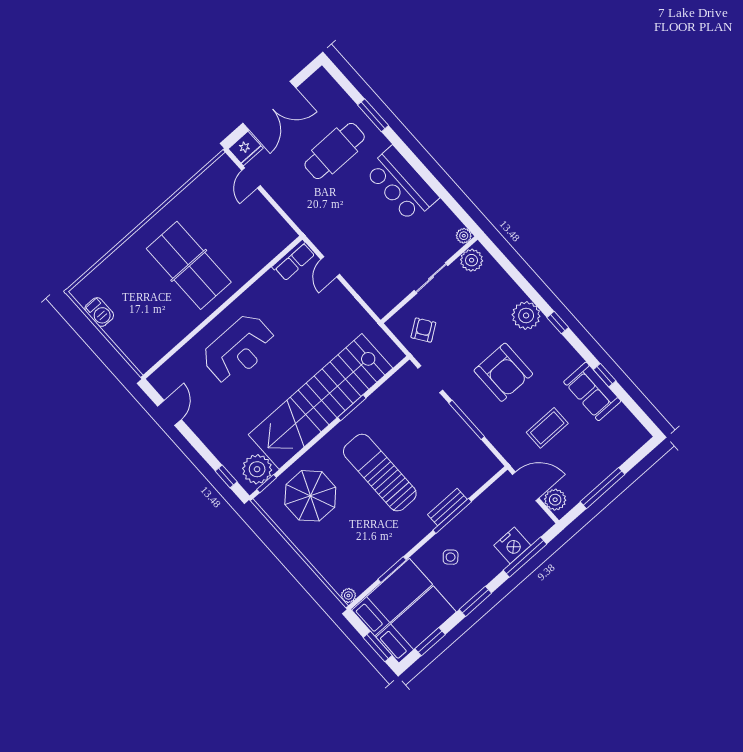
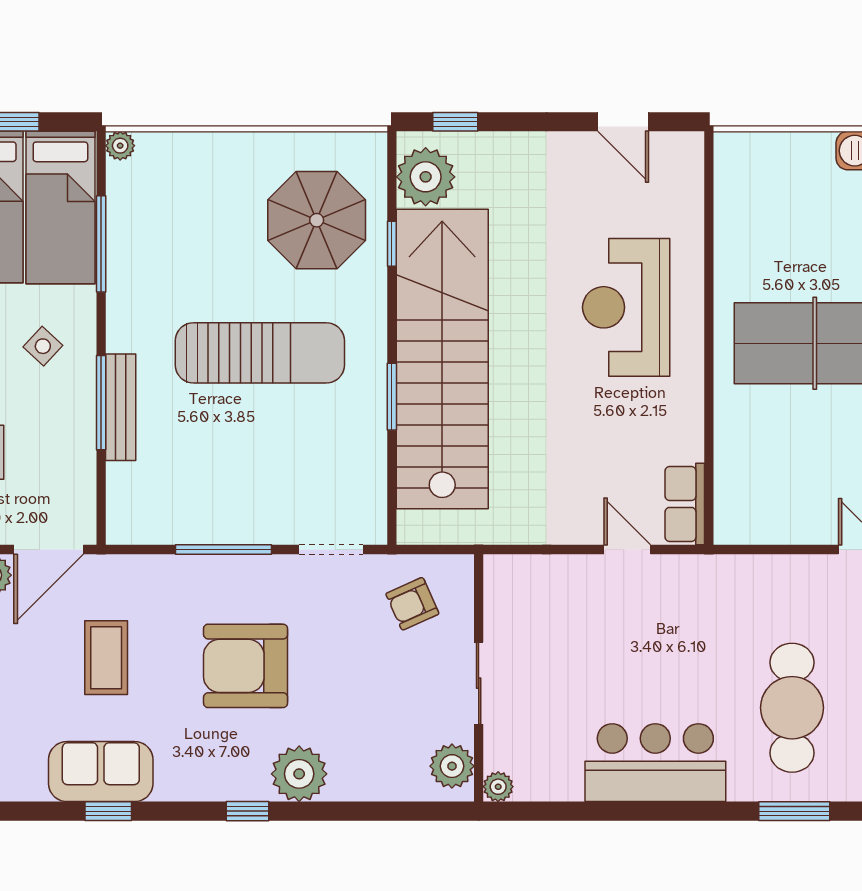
armchair: (423, 330) -> (412, 604), turned 101
window: (267, 484) -> (392, 244), moved
bench: (447, 507) -> (121, 407), width x1.36
window: (392, 570) -> (101, 244), width x1.44

